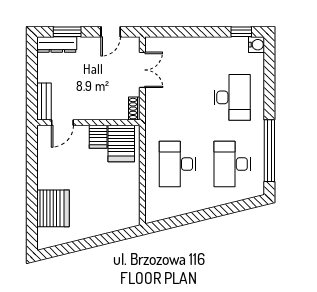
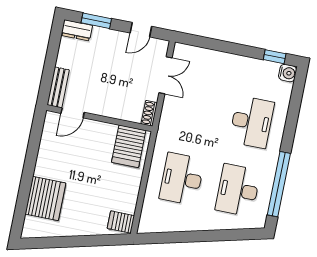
dresser: (57, 45) -> (77, 30), width x0.70
server rack: (98, 137) -> (121, 222), moved, turned 90

